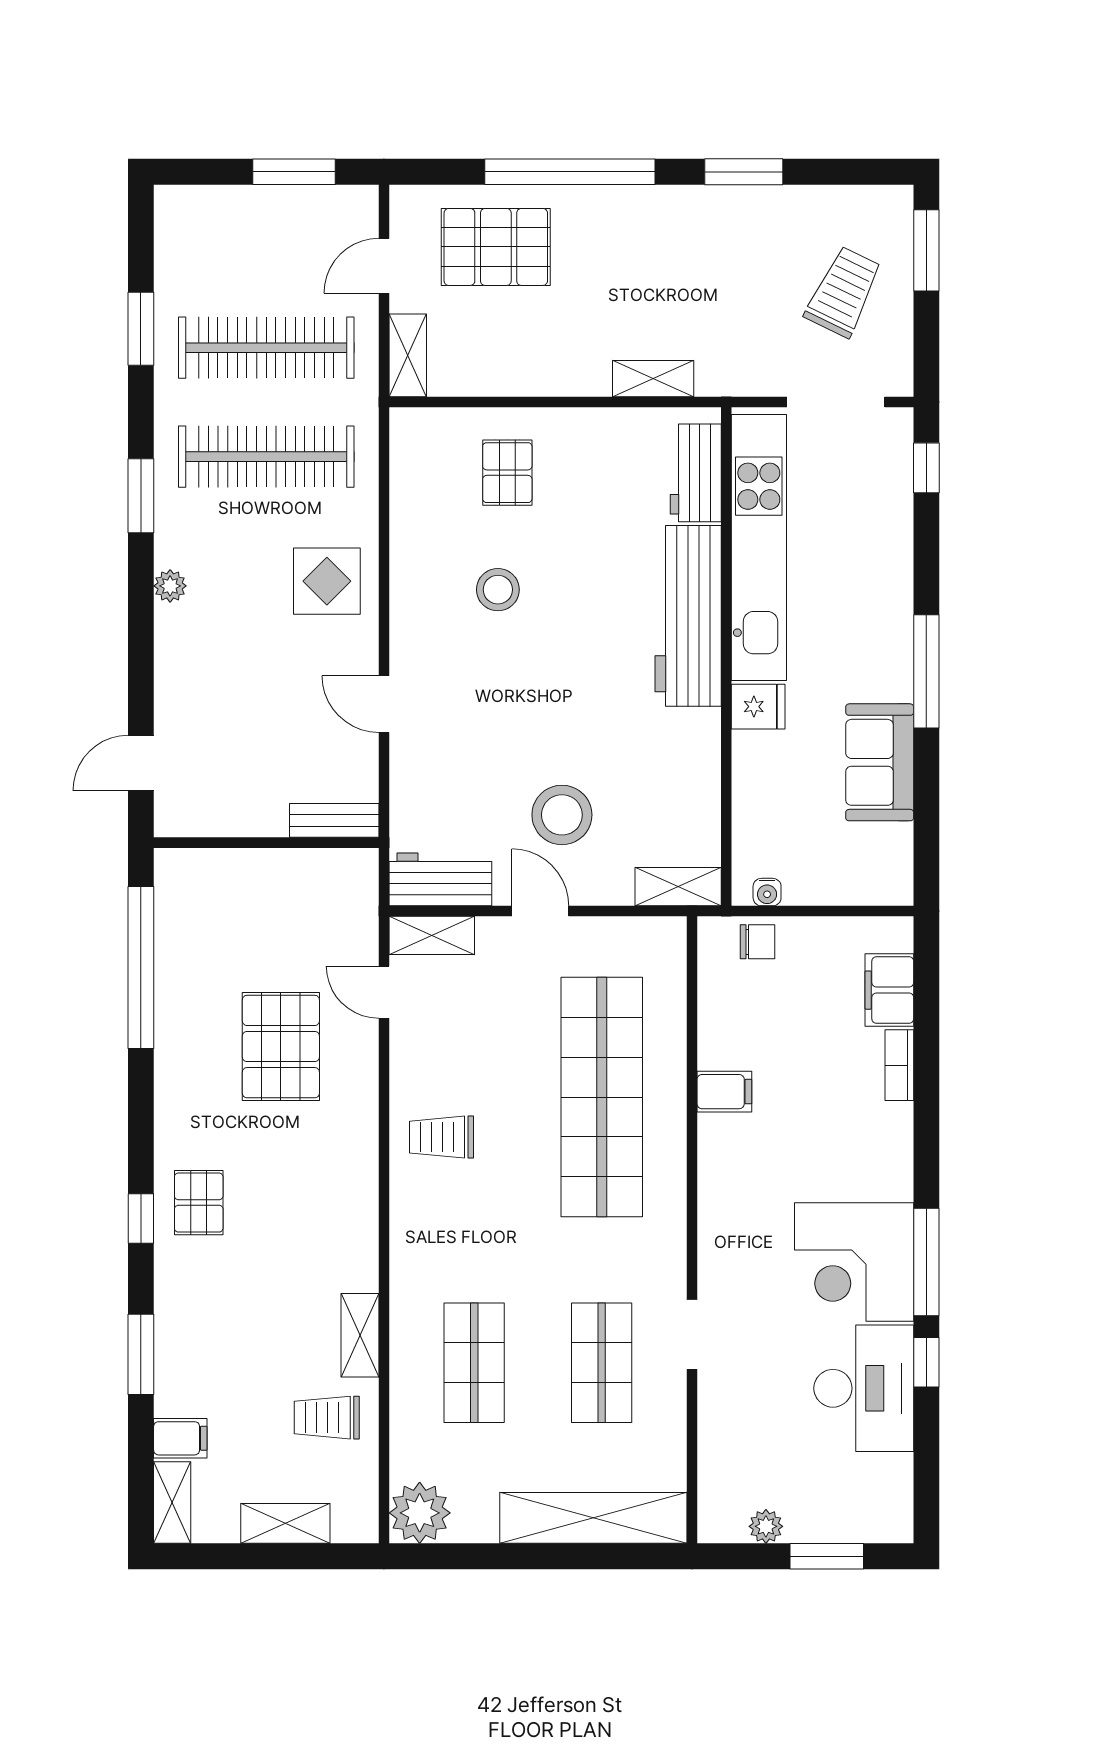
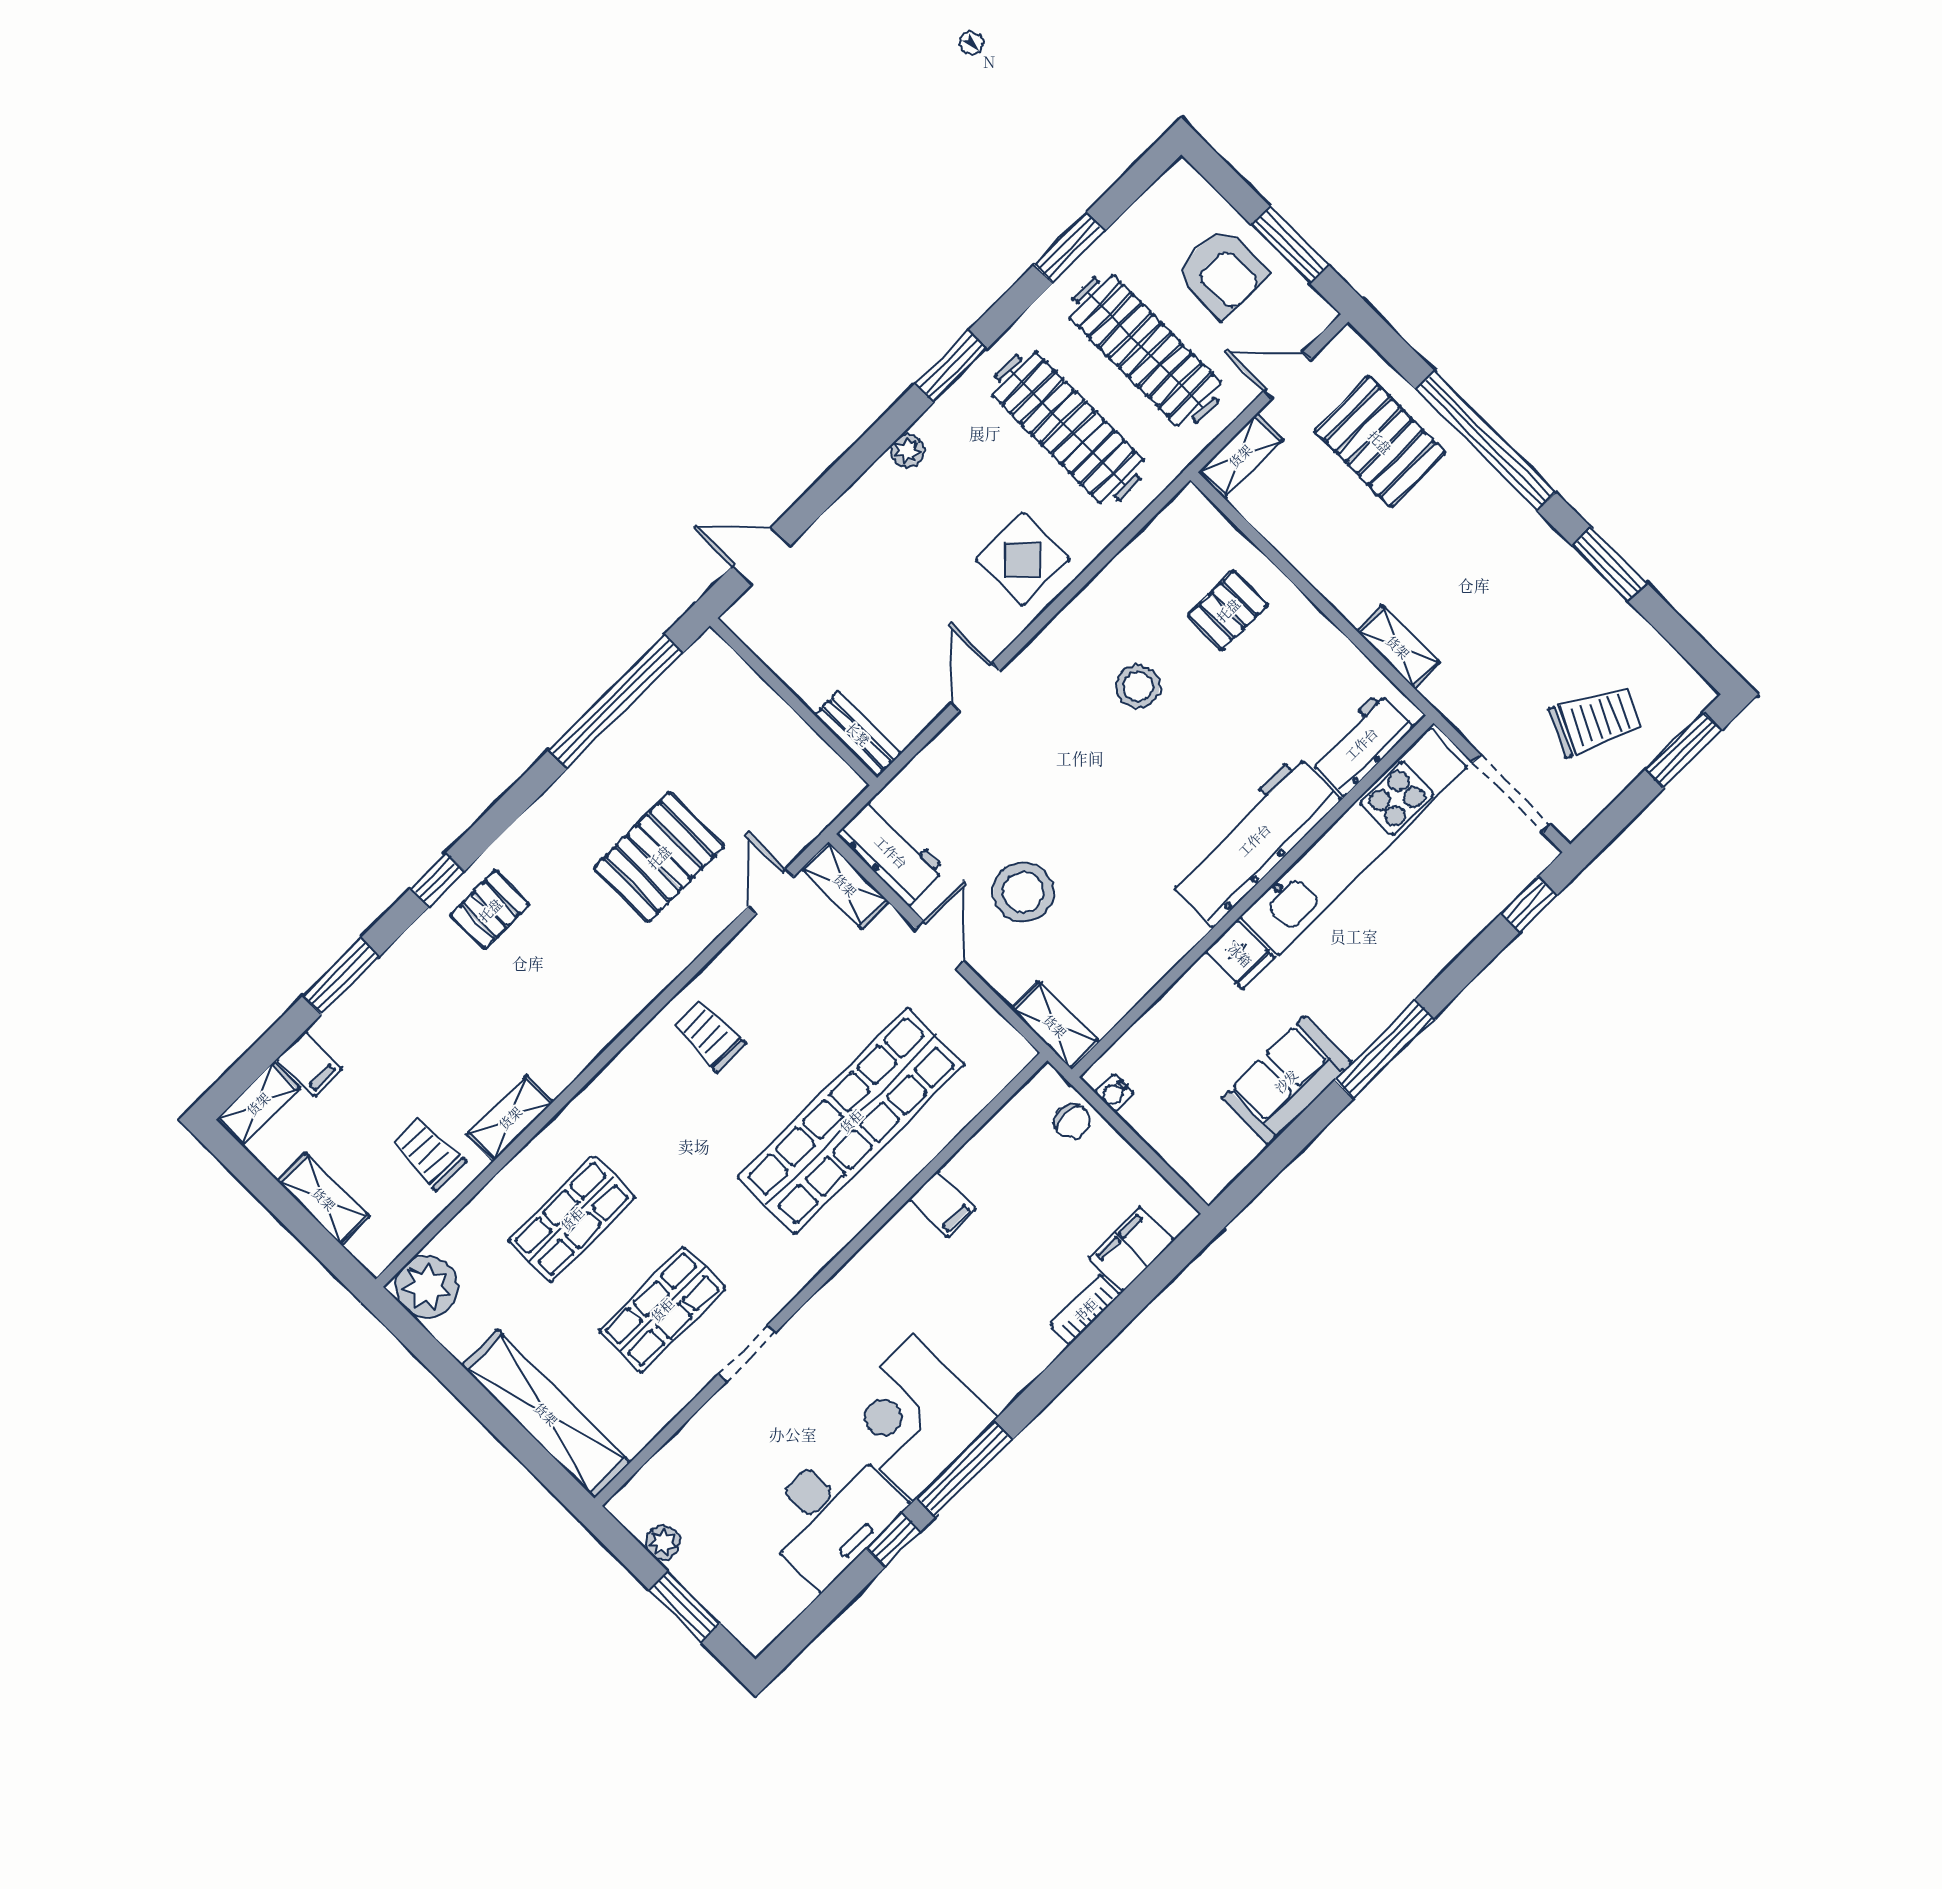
armchair: (266, 239) -> (1222, 273), added

